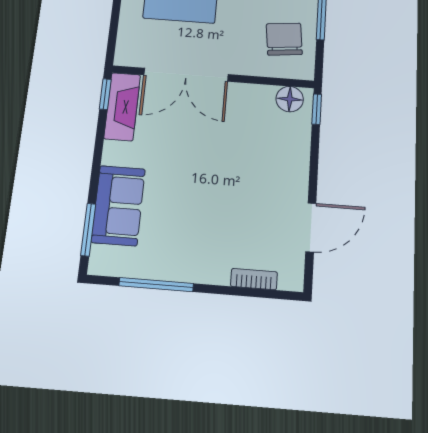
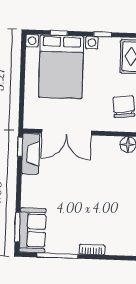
sofa: (118, 205) -> (33, 230), moved
bookcase: (254, 279) -> (92, 250), moved

